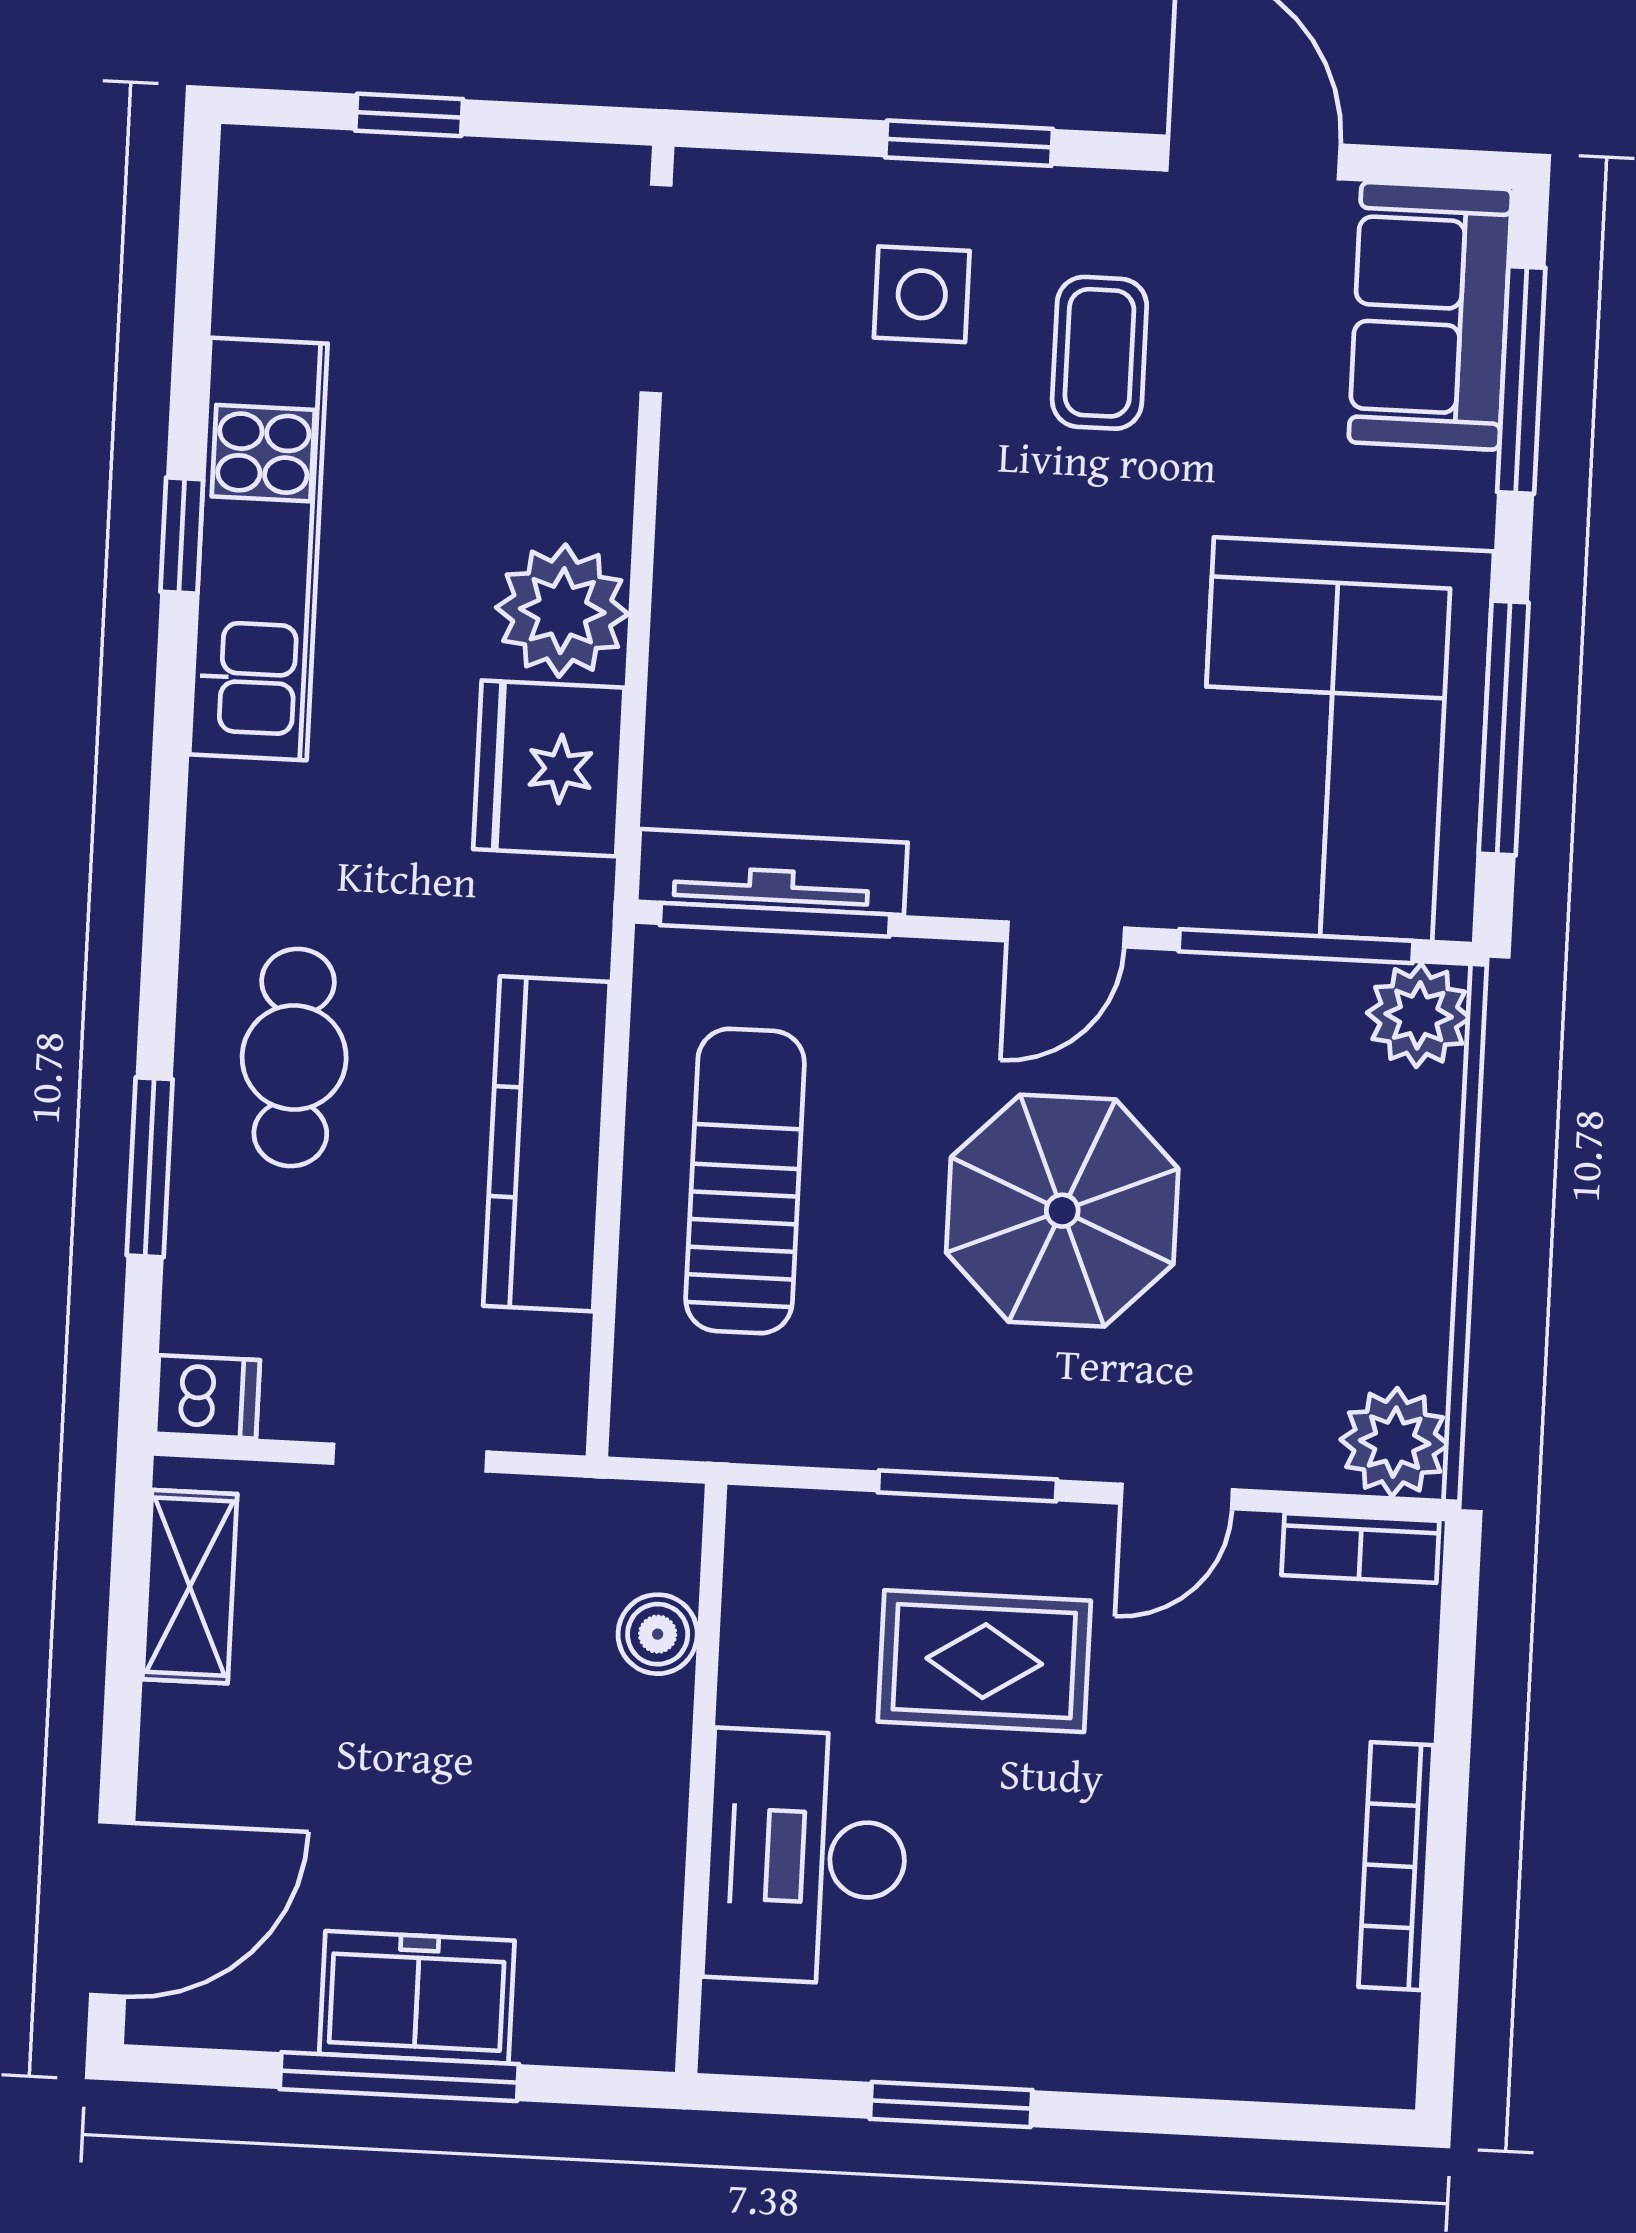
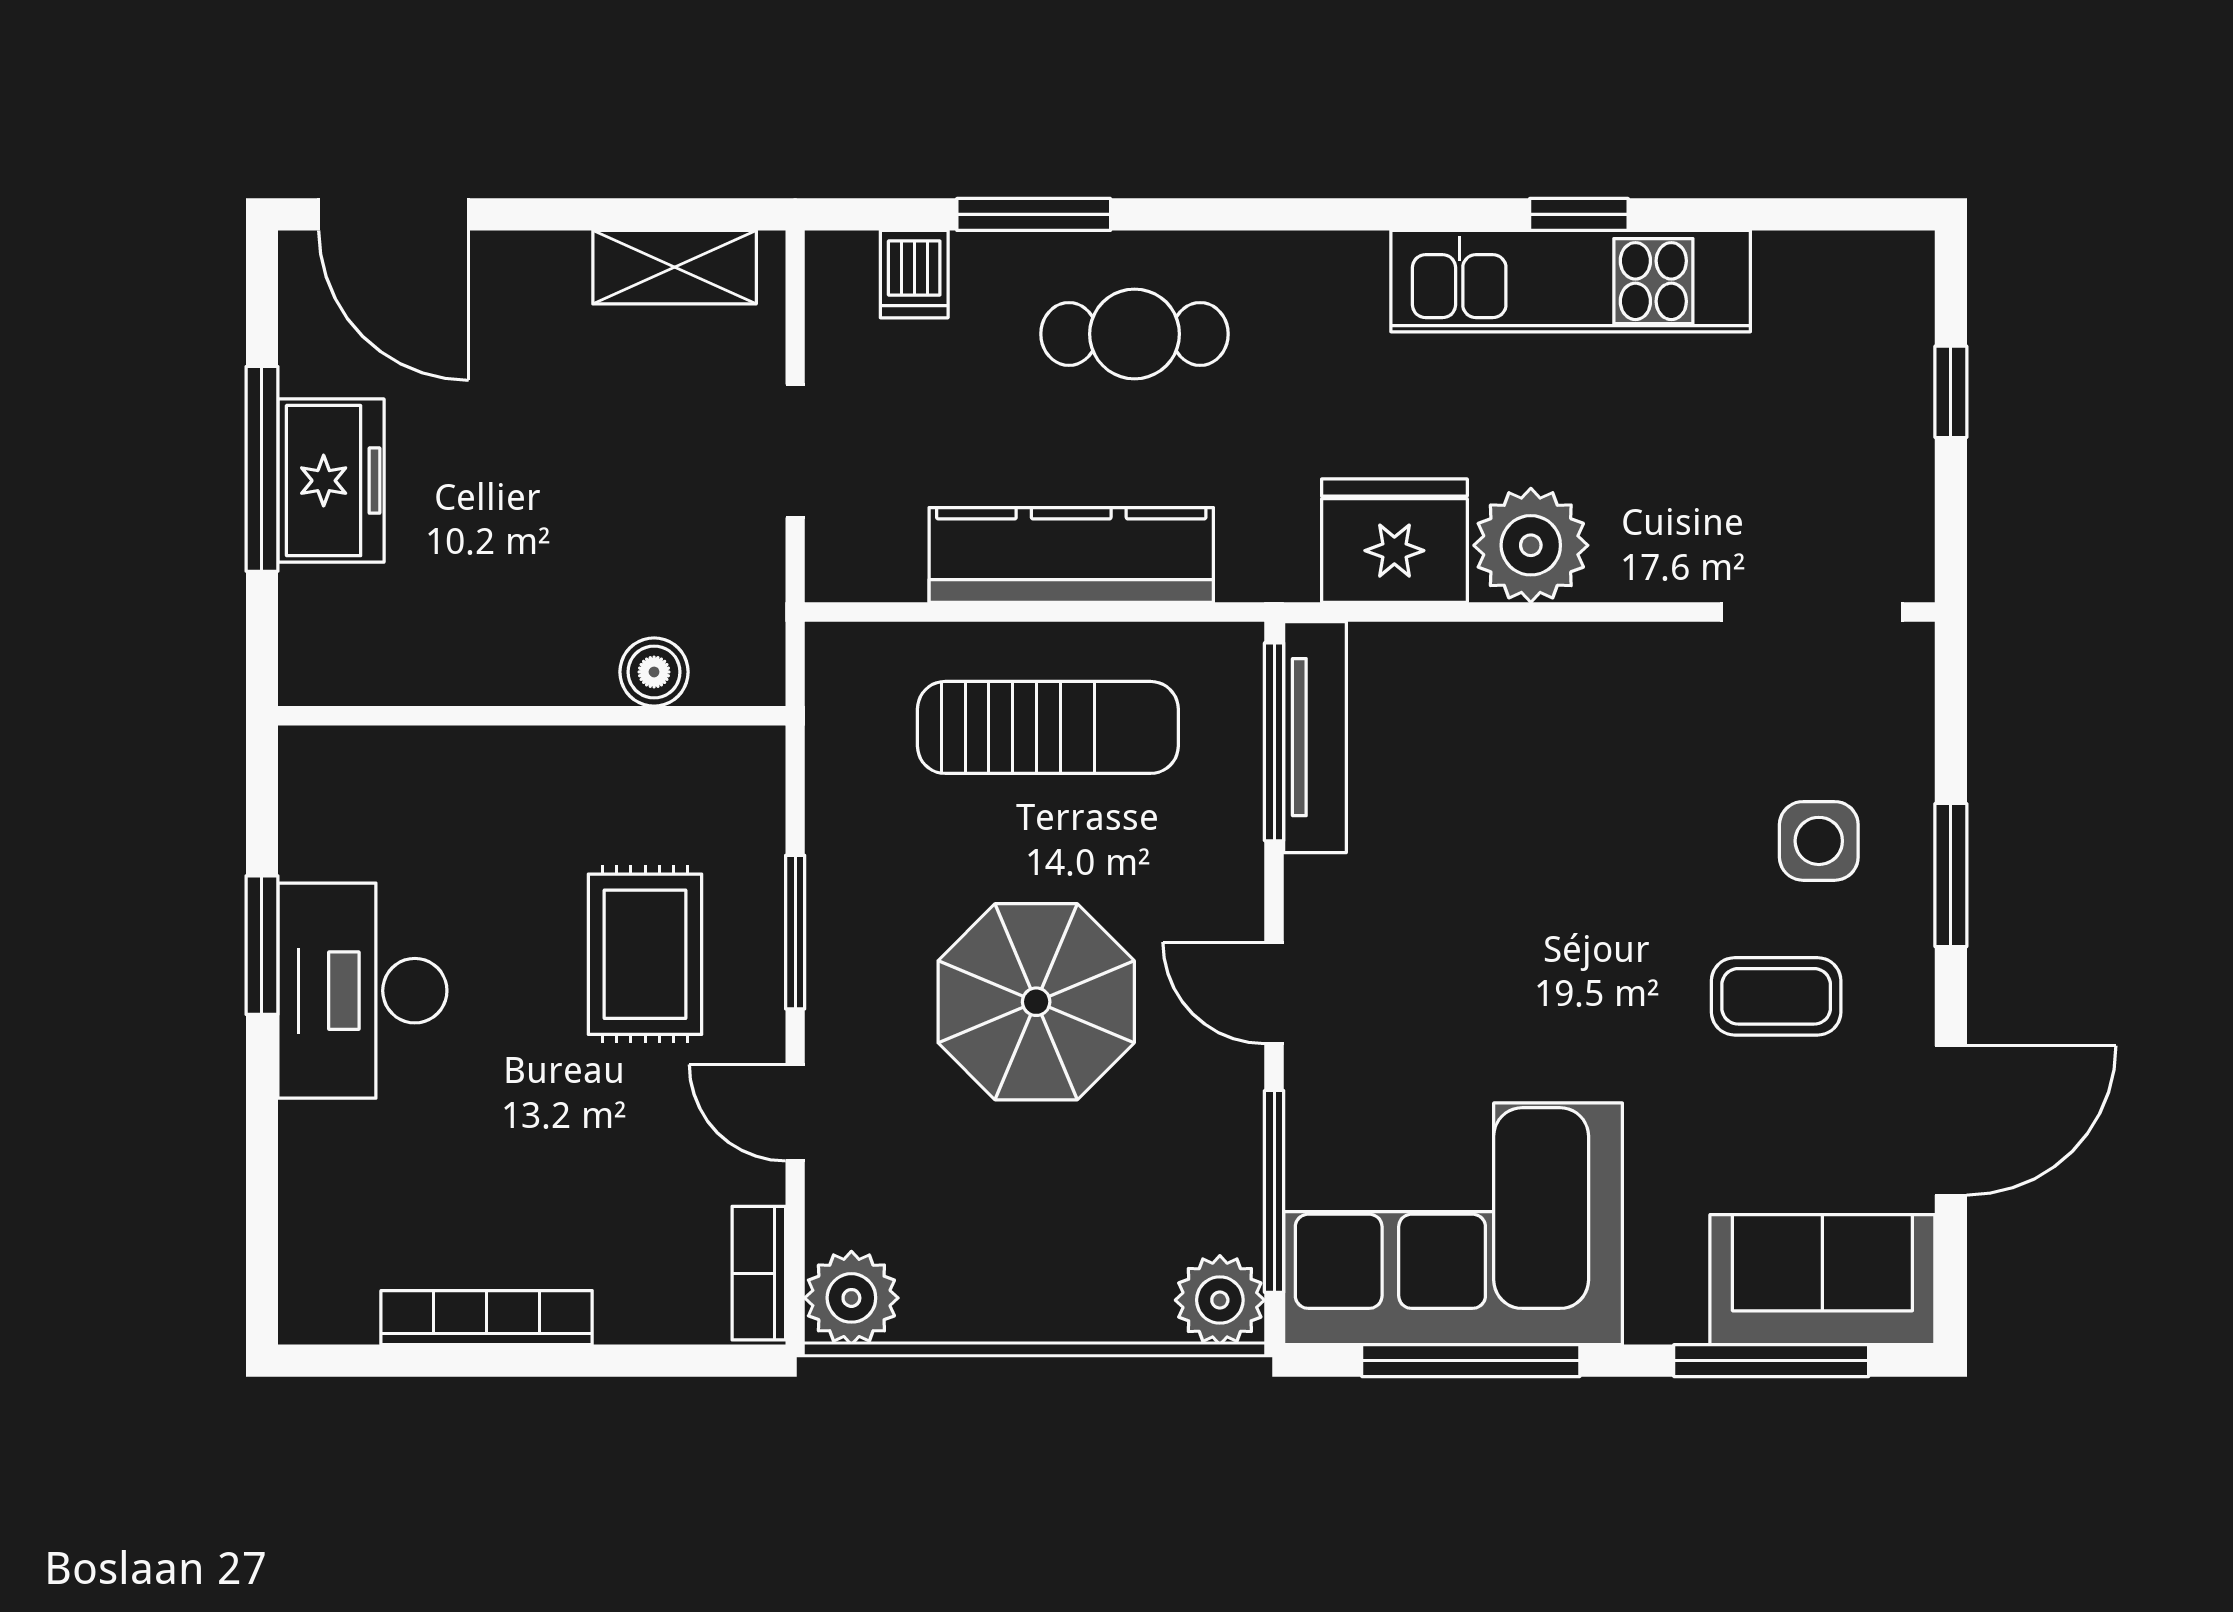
dishwasher: (207, 1397) -> (914, 274), moved
desk: (806, 1857) -> (362, 991), moved, turned -90

